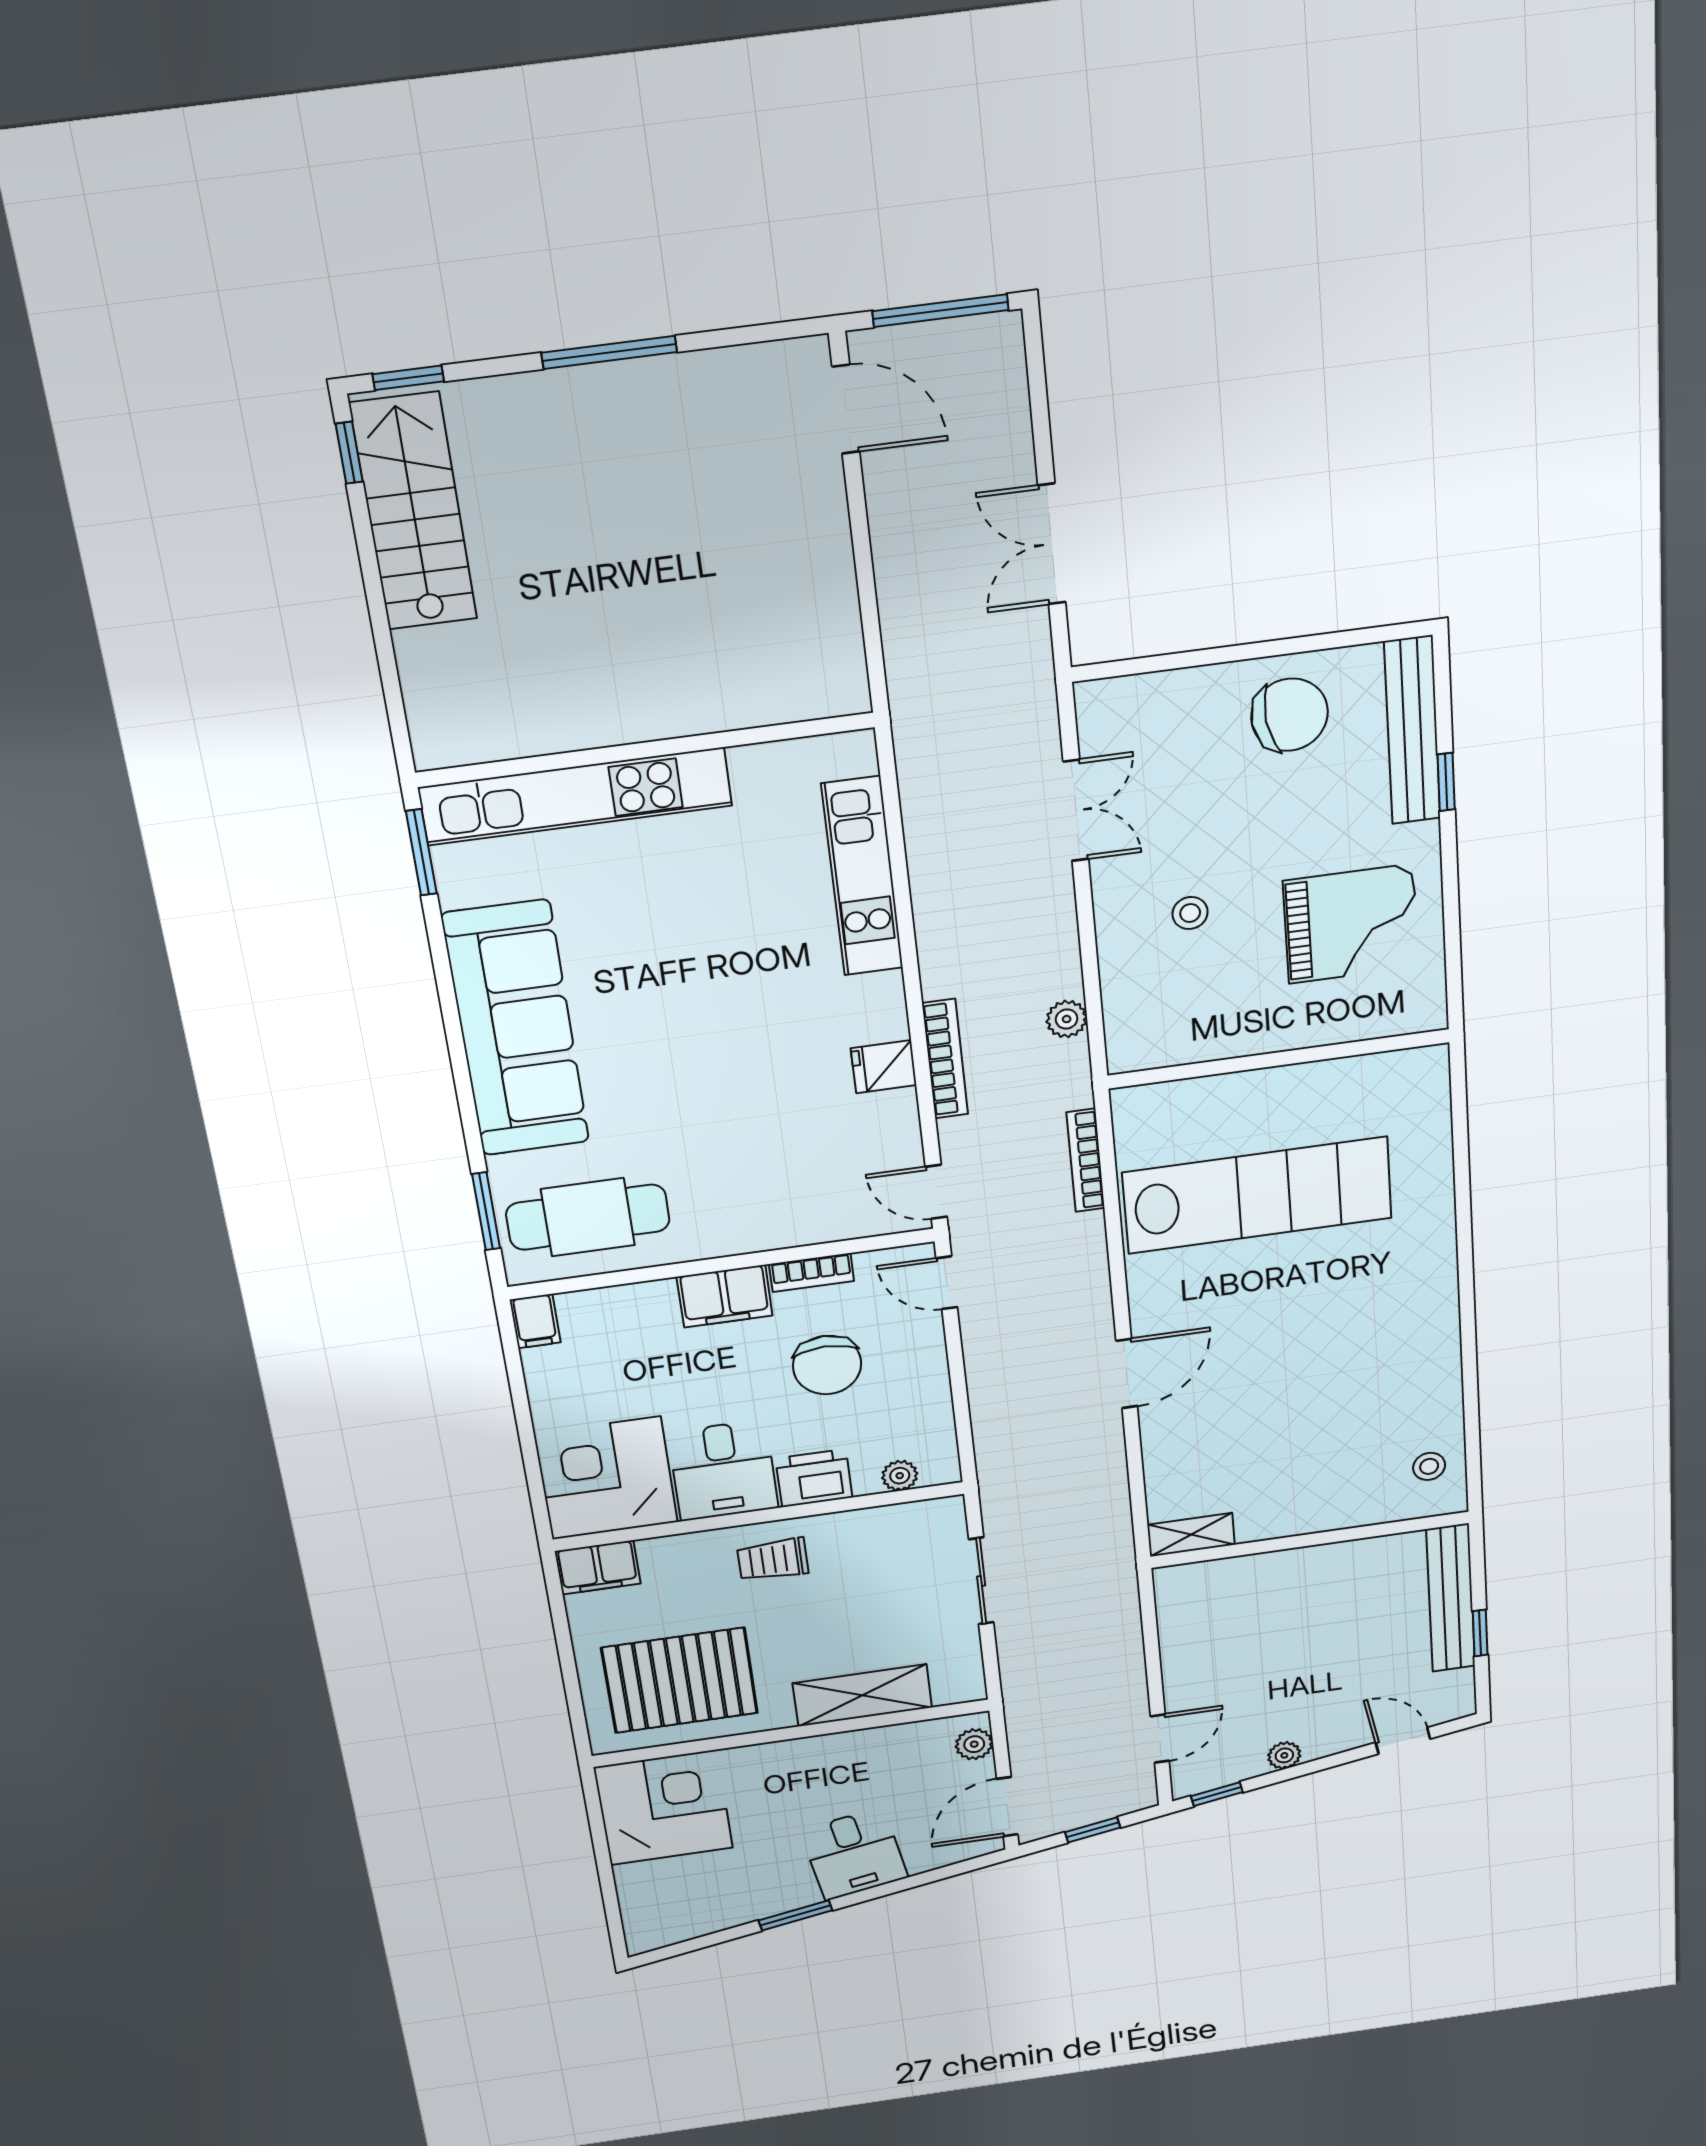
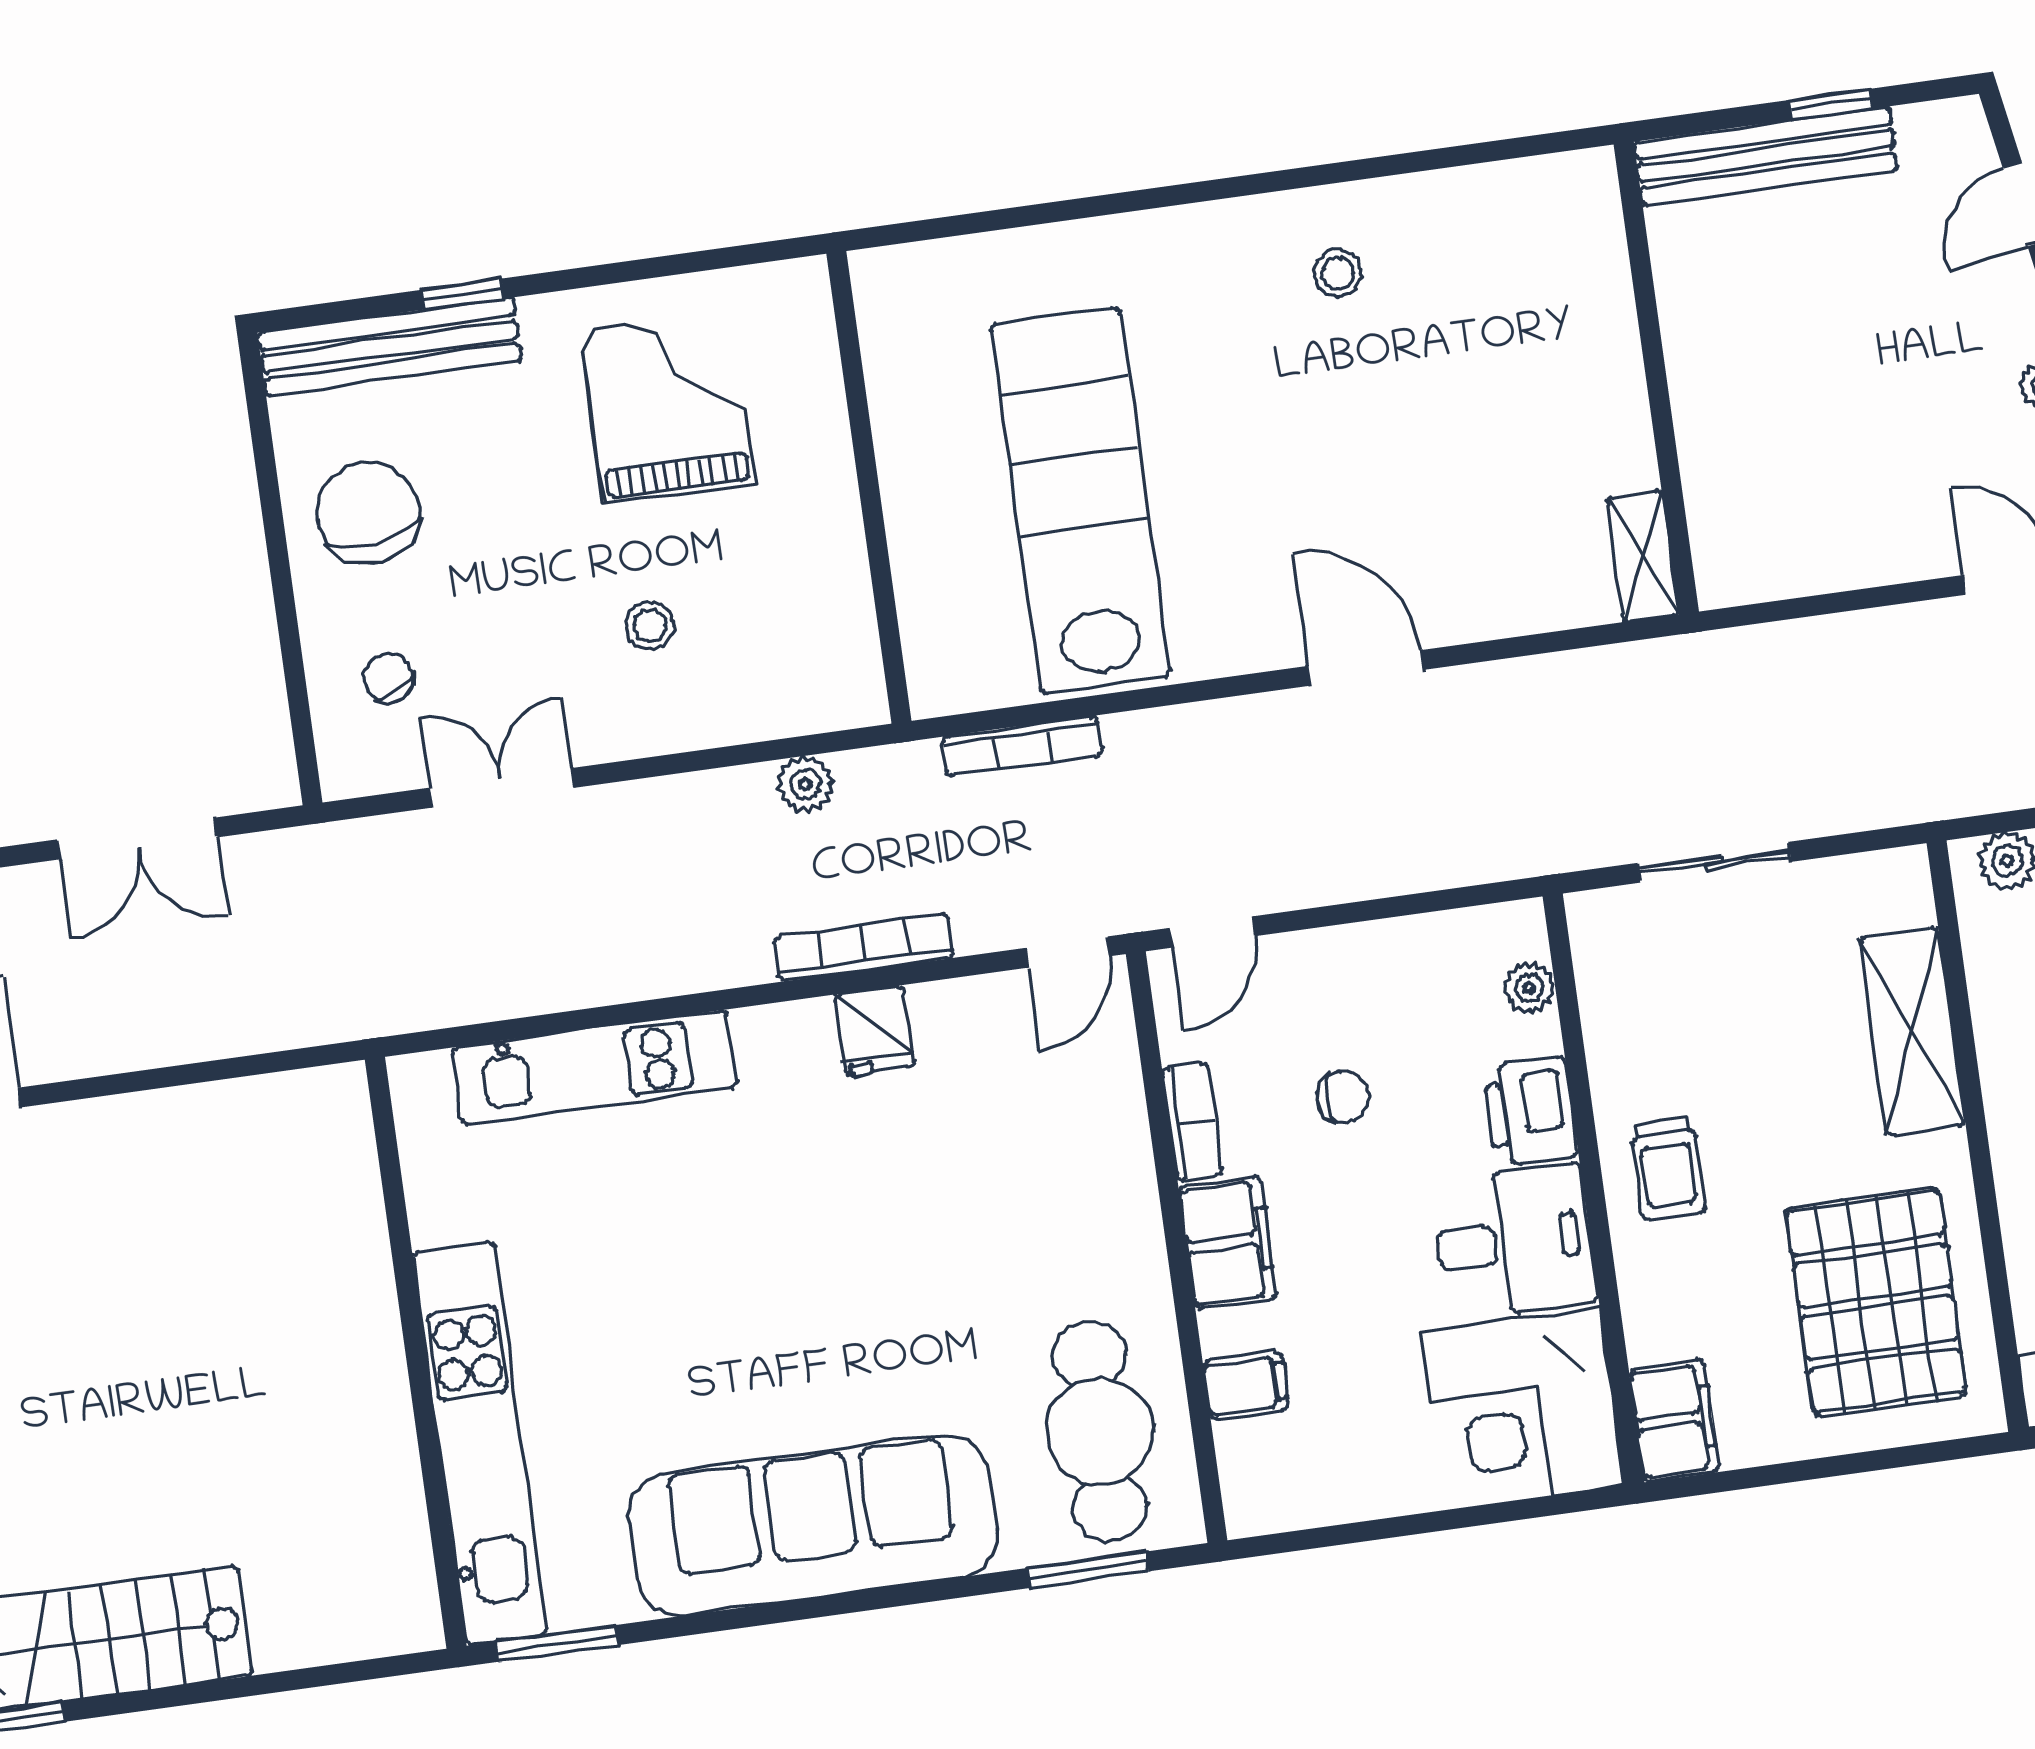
chair: (1164, 730) -> (388, 678), added
filing cabinet: (535, 1321) -> (1246, 1385), moved
chair: (827, 1365) -> (1342, 1097), width x0.54, depth x0.54
stool: (1429, 1466) -> (1338, 273), moved

